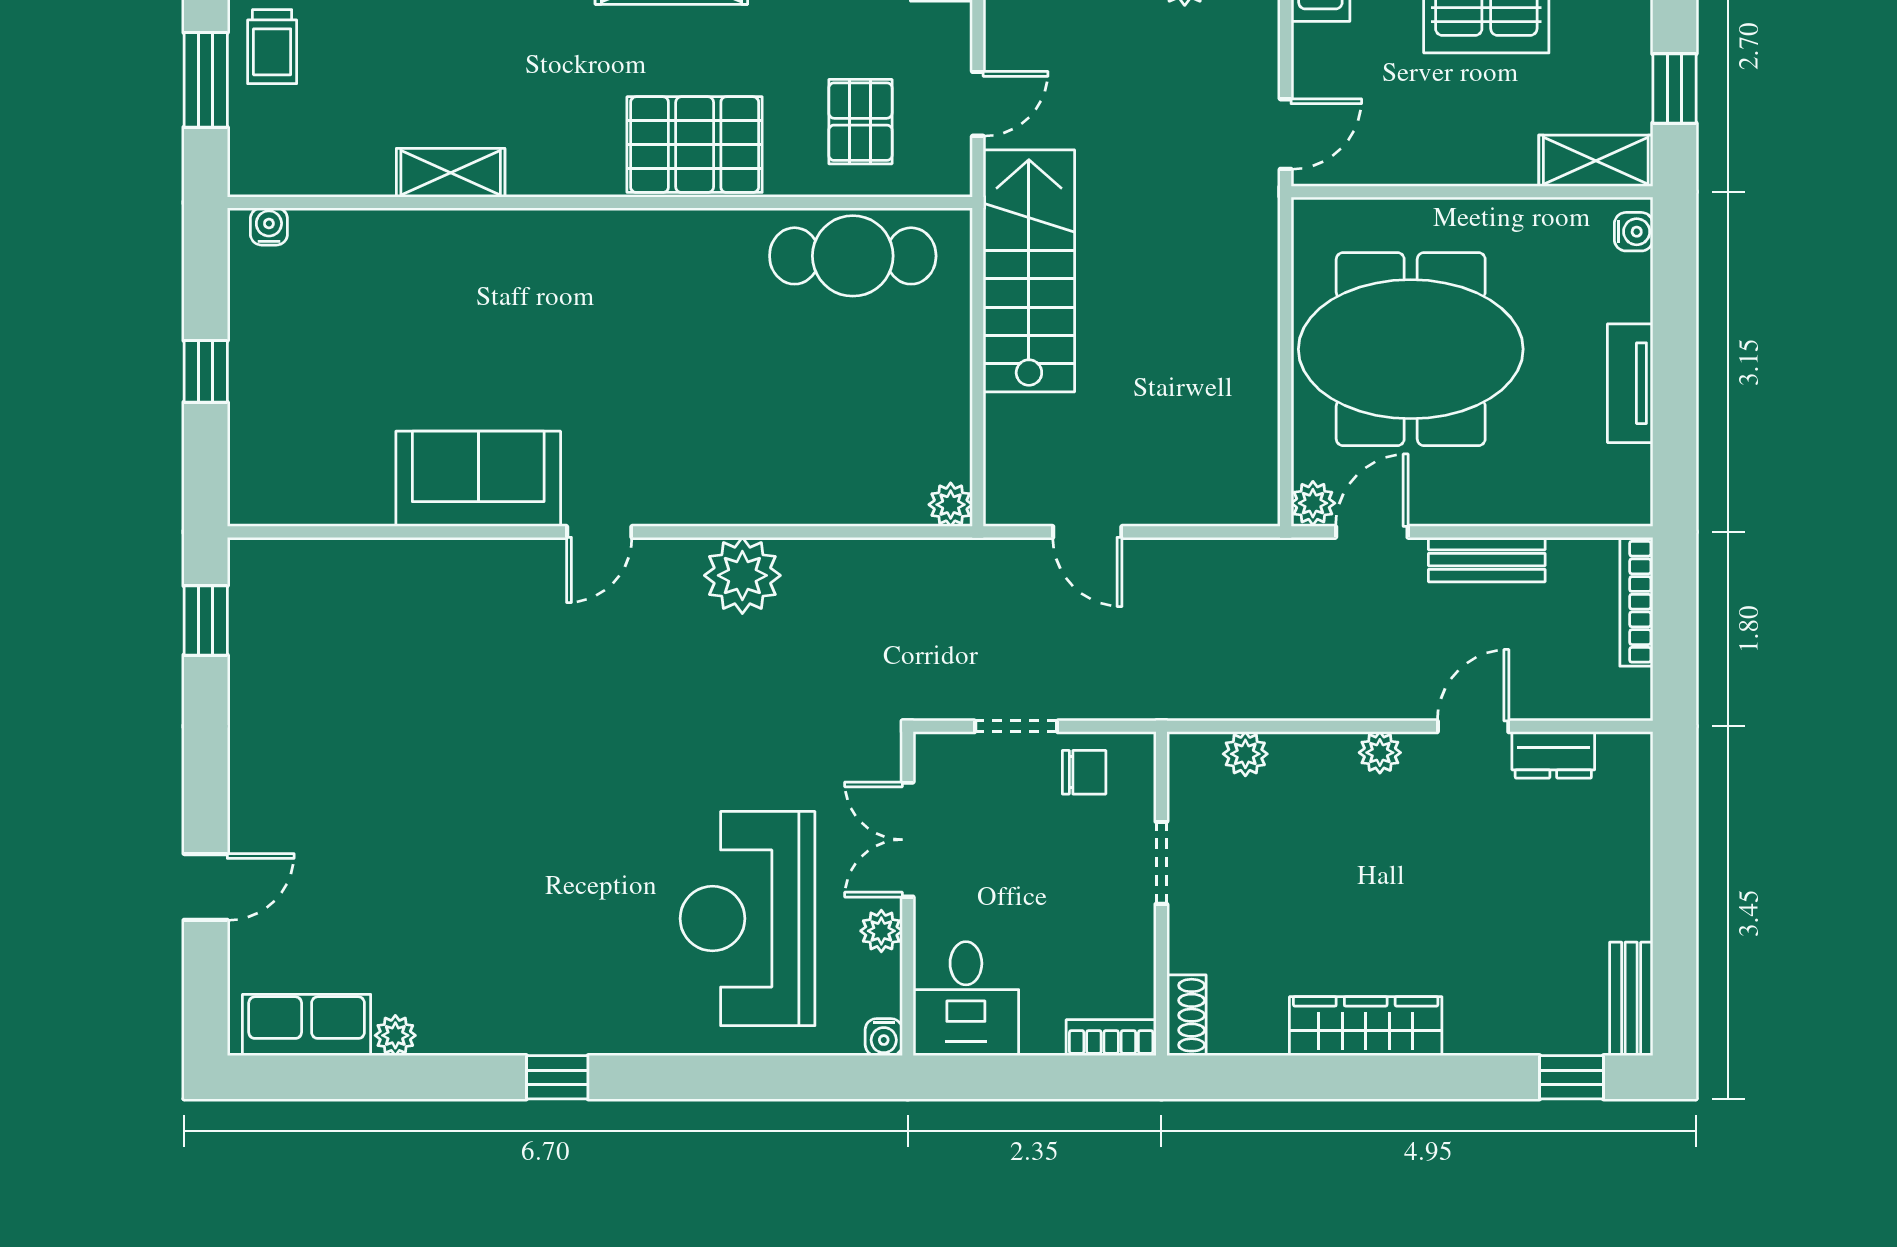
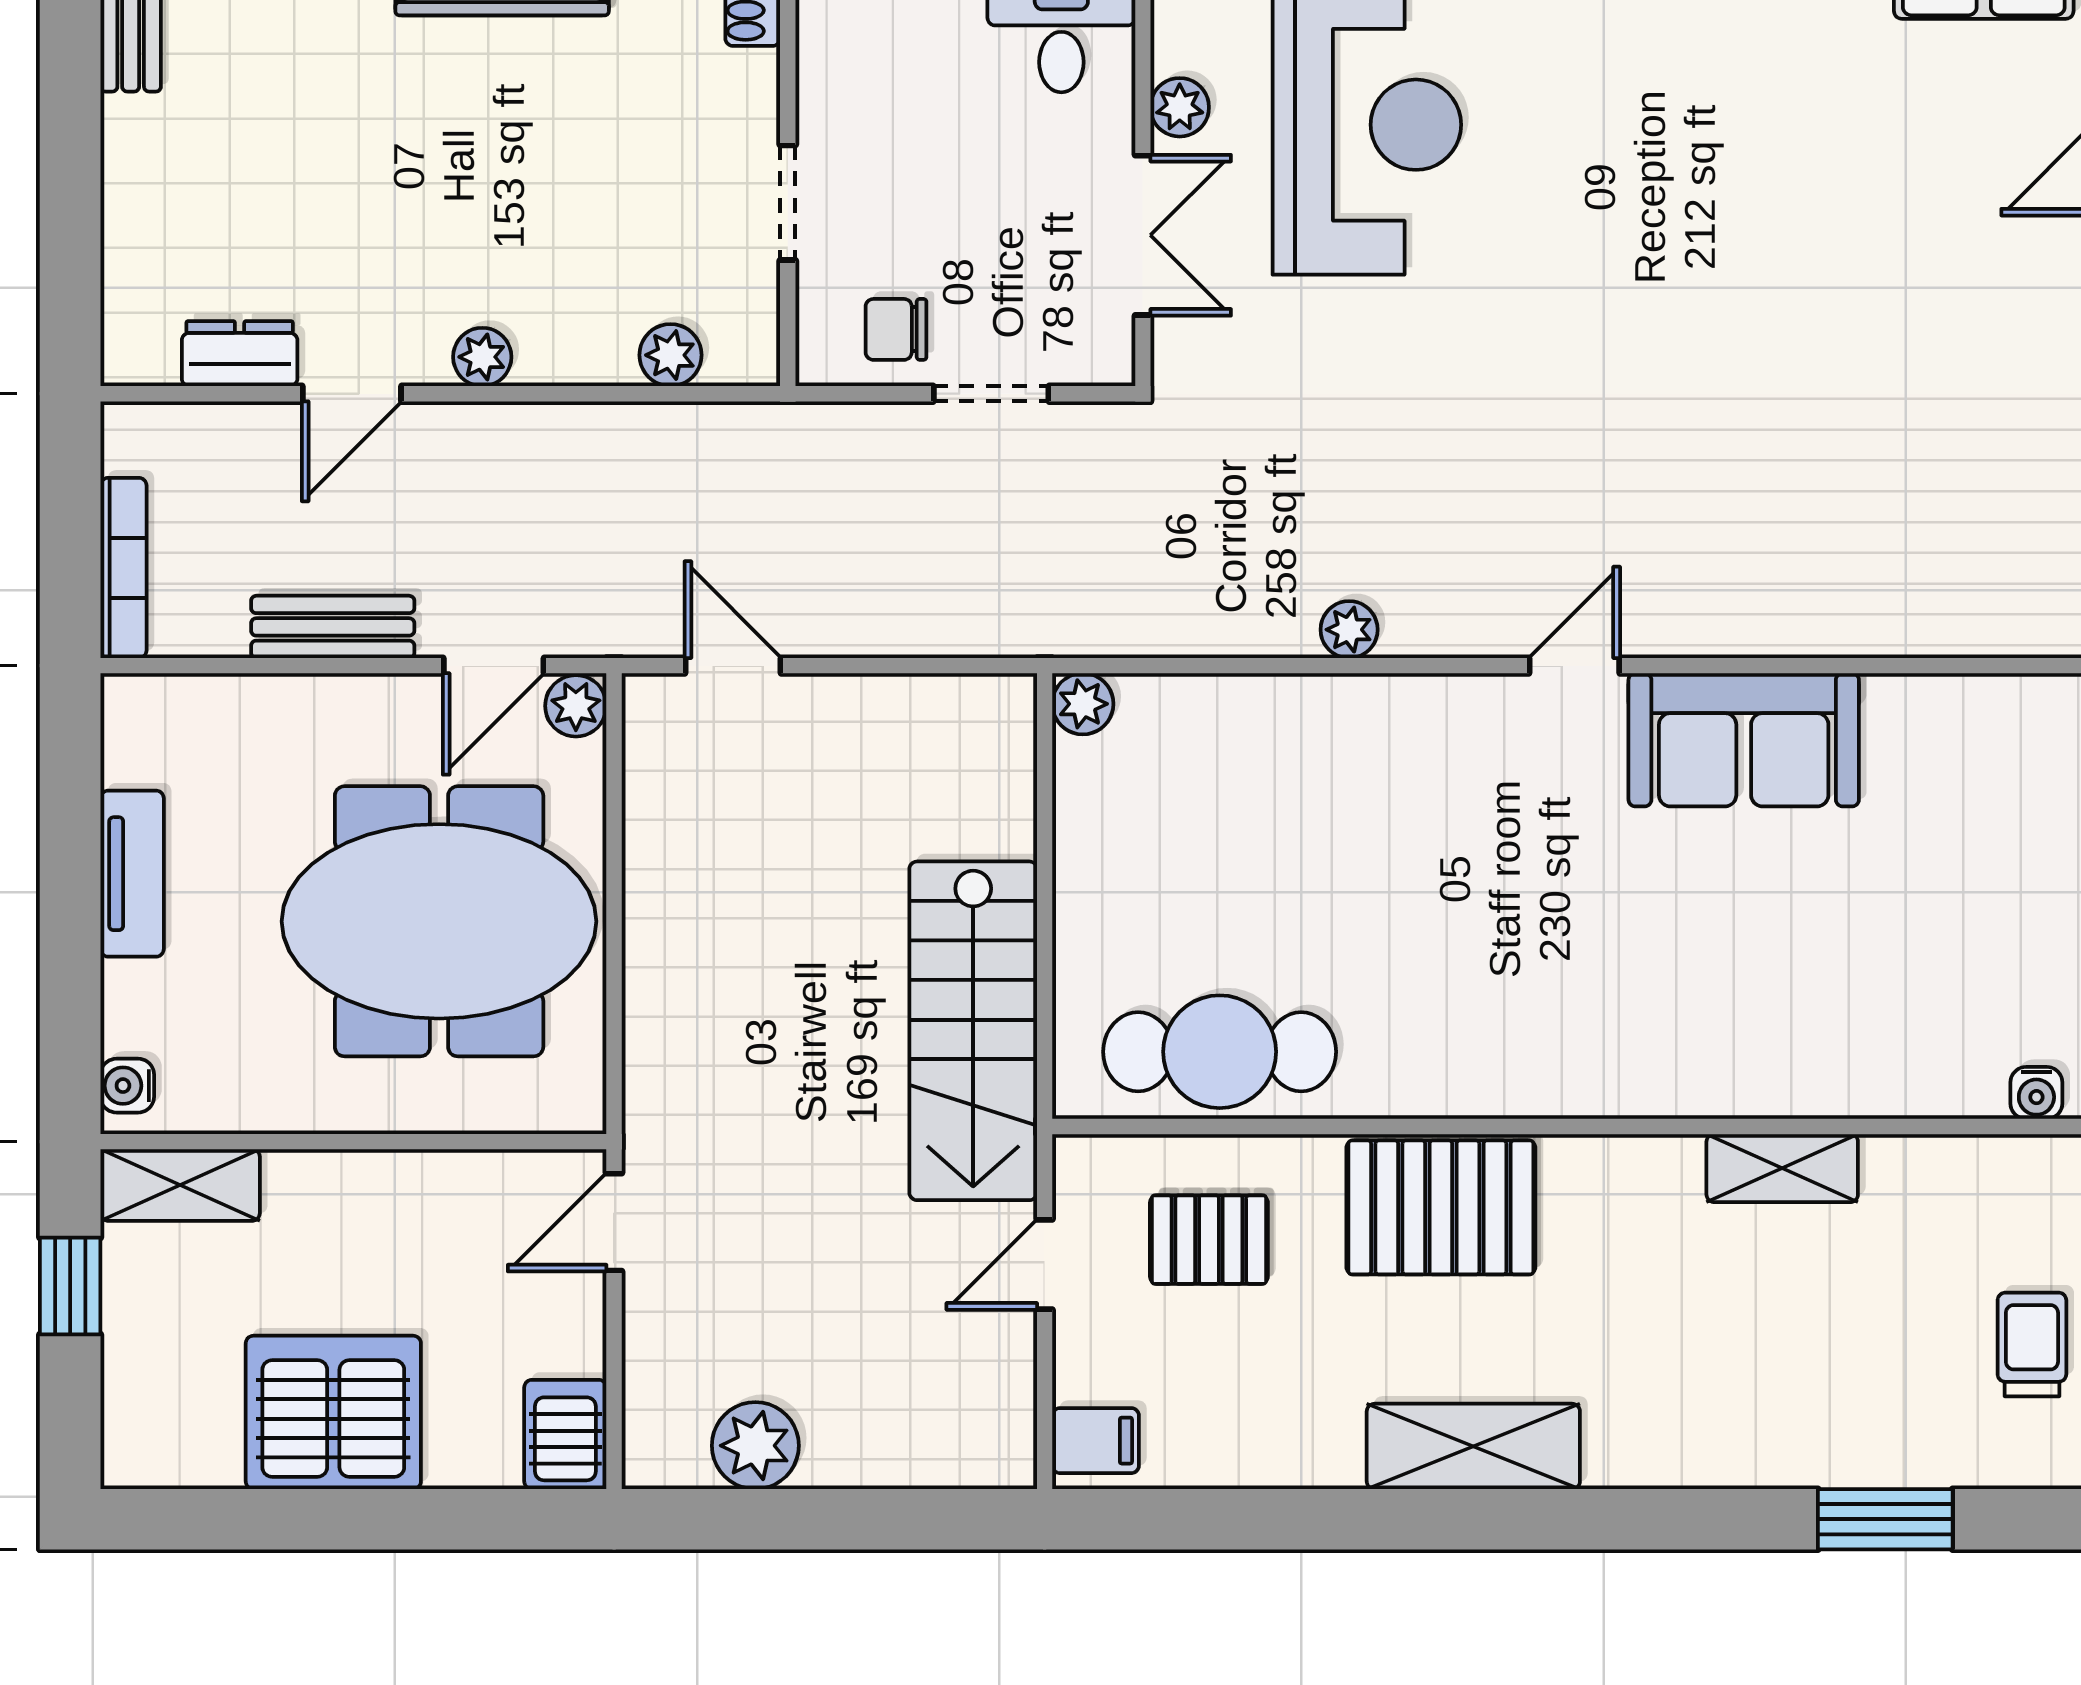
pallet: (860, 122) -> (1209, 1240), turned 90
door: (1087, 532) -> (733, 666), moved
plant: (742, 575) -> (1349, 630), width x0.53, depth x0.53

